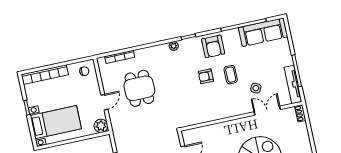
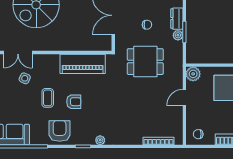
dining table: (139, 88) -> (145, 62), moved, turned 90
piano: (205, 113) -> (83, 64), added

